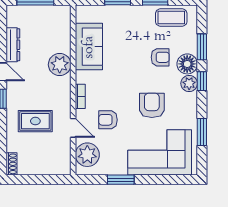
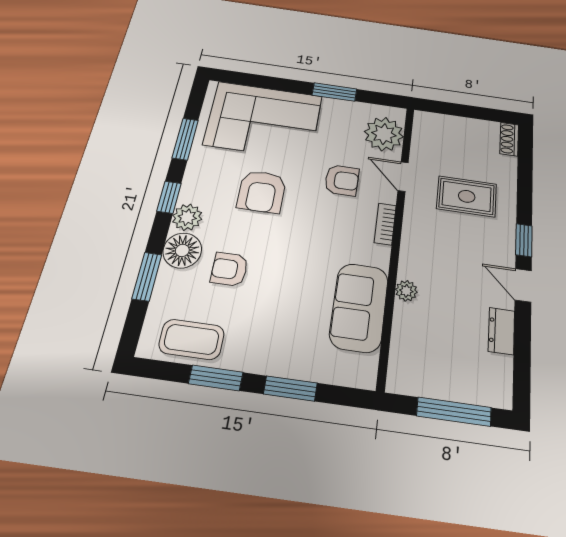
dresser: (13, 45) -> (501, 331), width x0.70
plant: (60, 65) -> (406, 291), width x0.53, depth x0.53
window: (202, 81) -> (169, 197), moved

